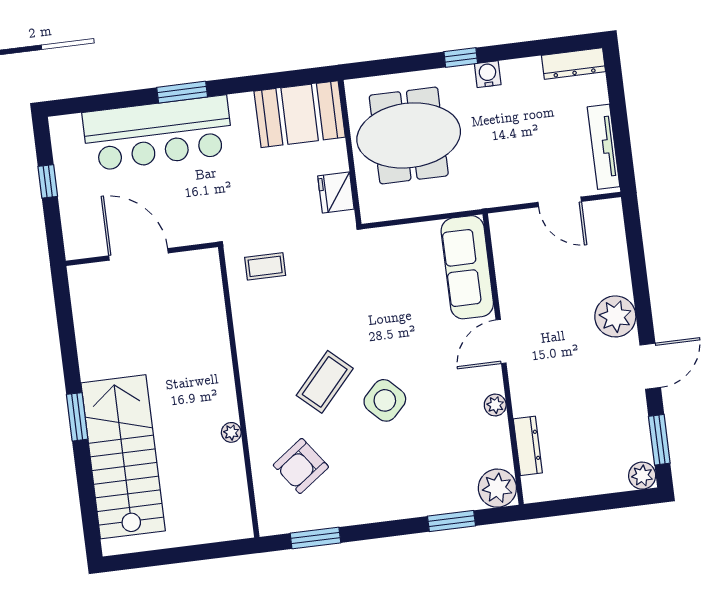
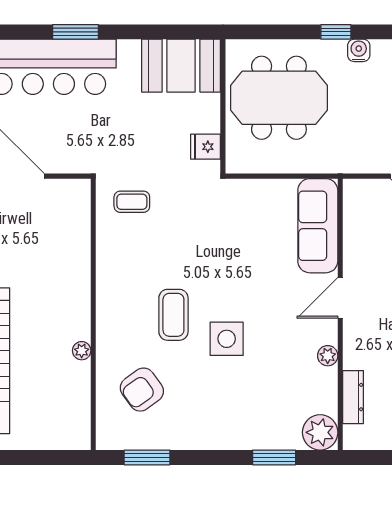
fridge: (336, 193) -> (205, 147), width x0.72
coffee table: (325, 382) -> (173, 315), turned -42
side table: (385, 400) -> (227, 339), turned 45

